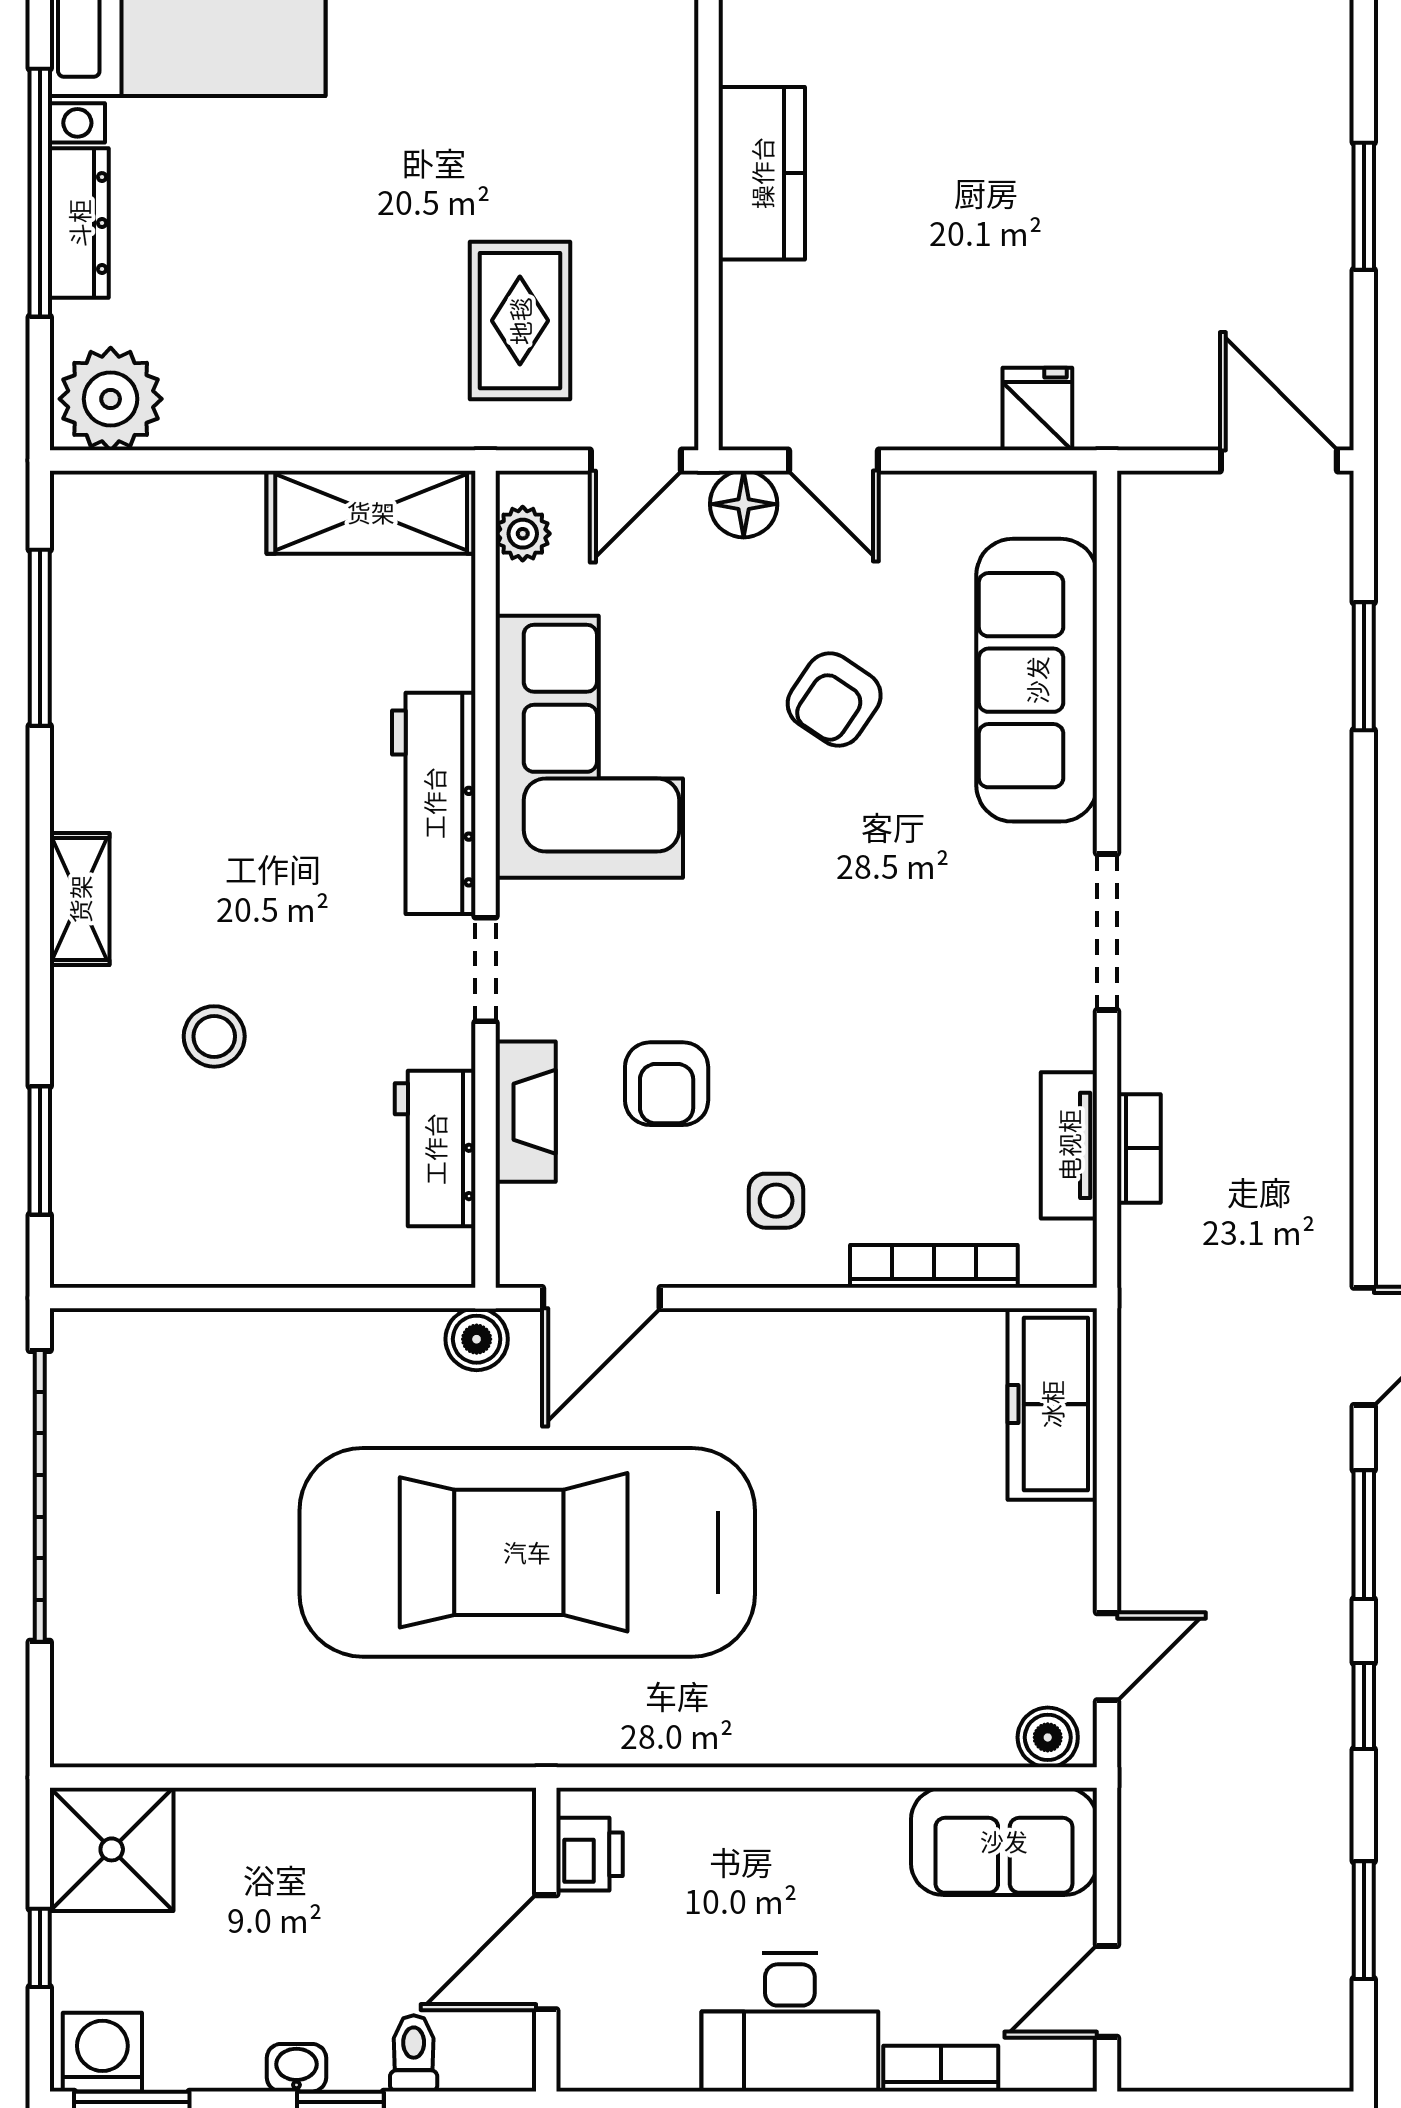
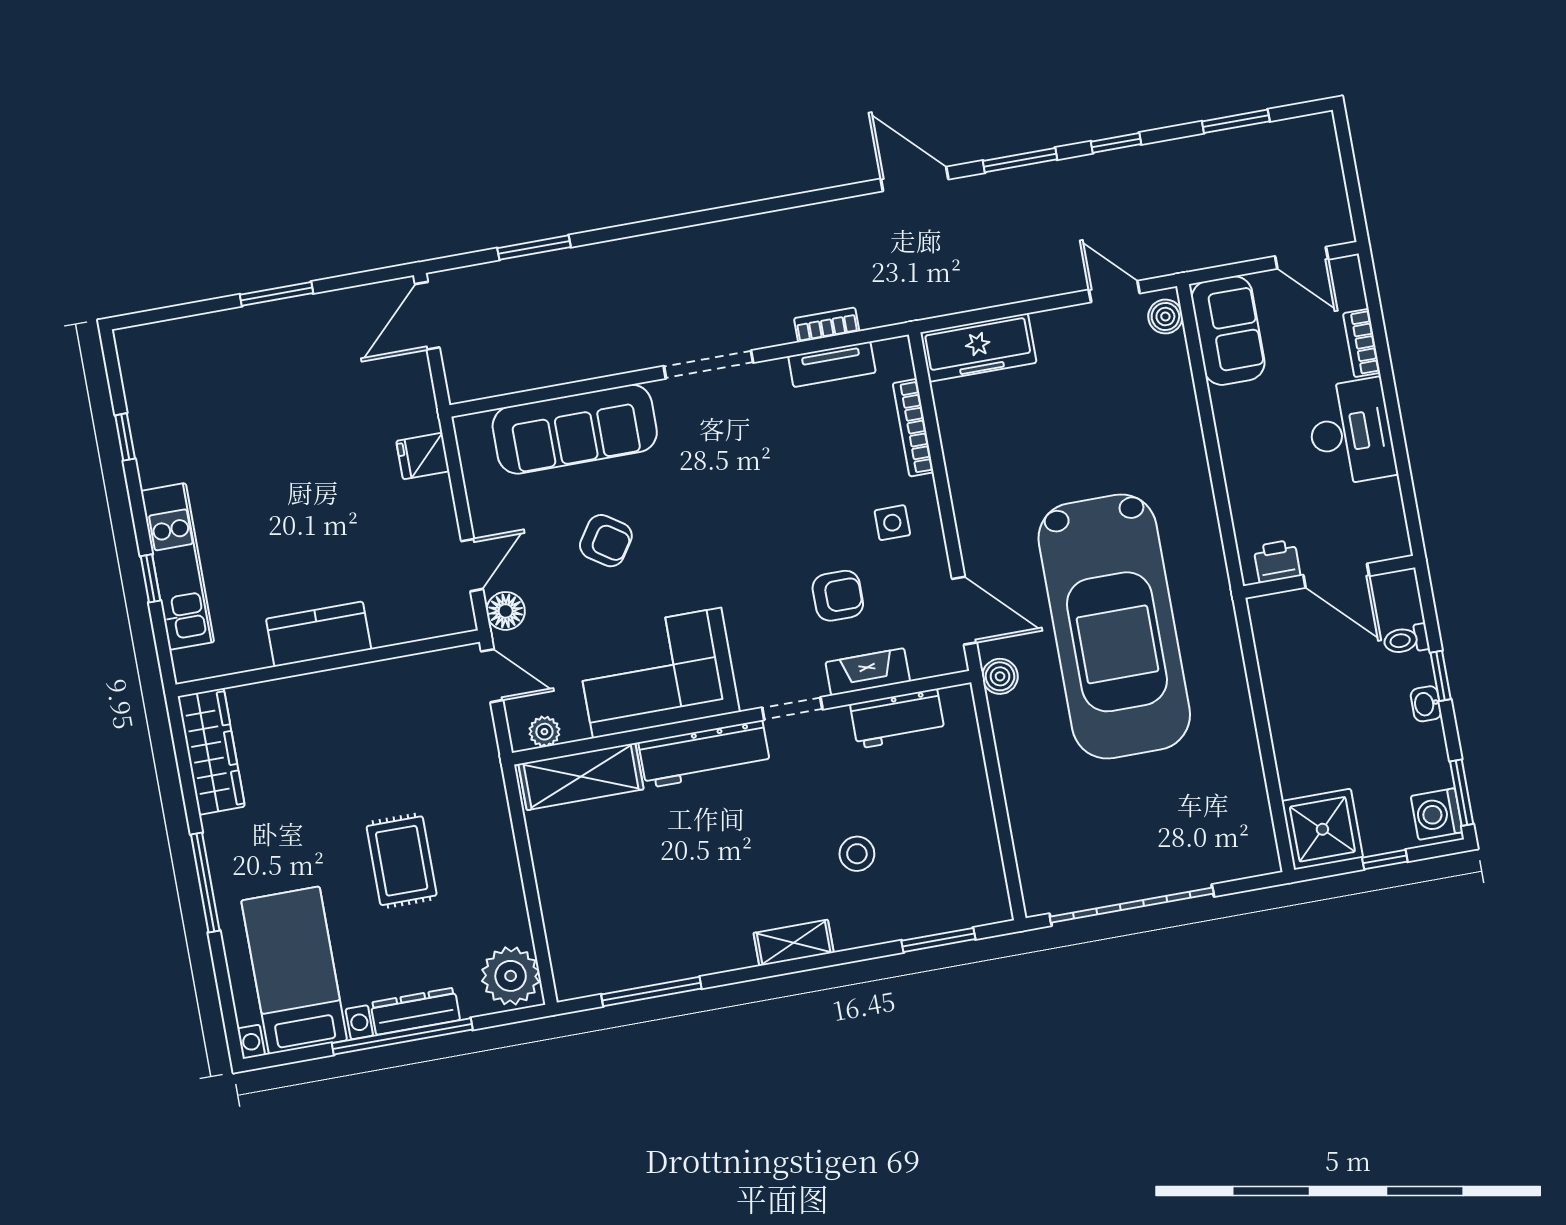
rug: (520, 321) -> (402, 861), moved, turned 90
shelving: (371, 512) -> (581, 777), moved, turned 90

